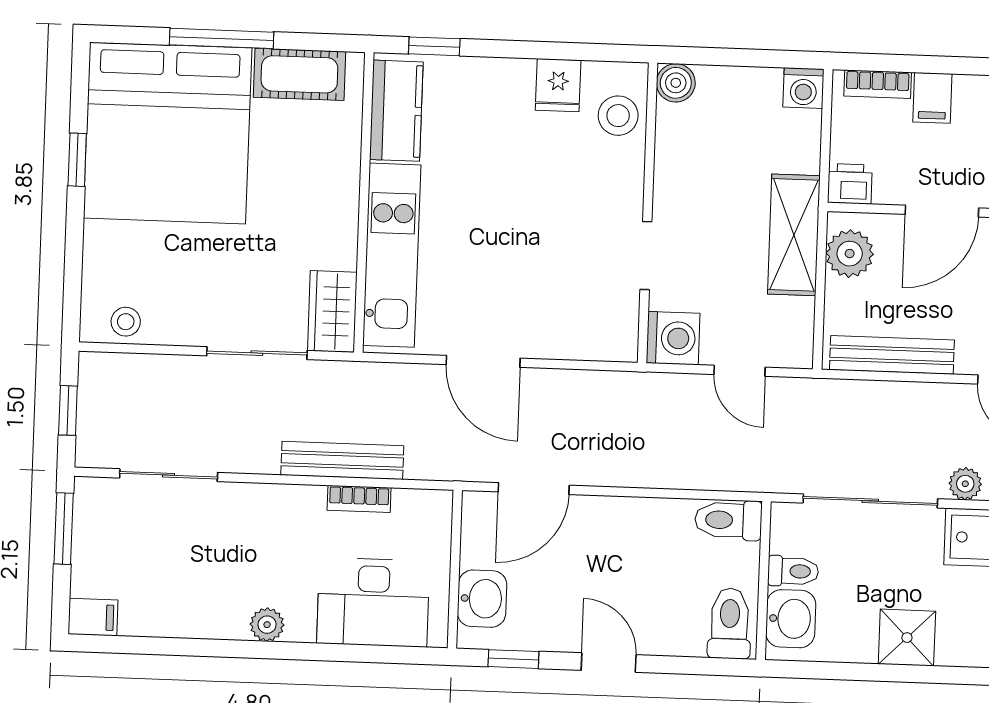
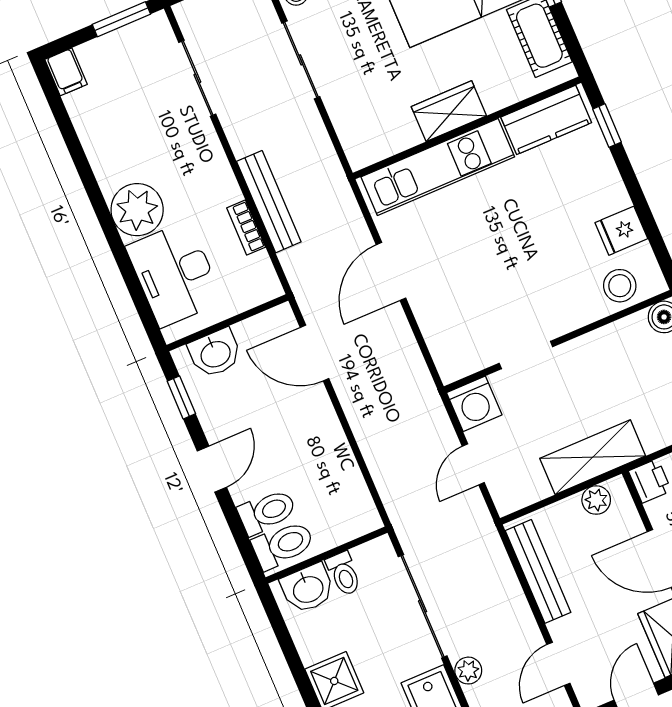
plant: (850, 254) -> (596, 500), width x0.73, depth x0.73
wardrobe: (332, 311) -> (449, 111), moved
sliding door: (257, 353) -> (301, 60), moved
toilet: (728, 520) -> (267, 512), moved, turned 90
plant: (267, 625) -> (137, 210), width x1.87, depth x1.87

